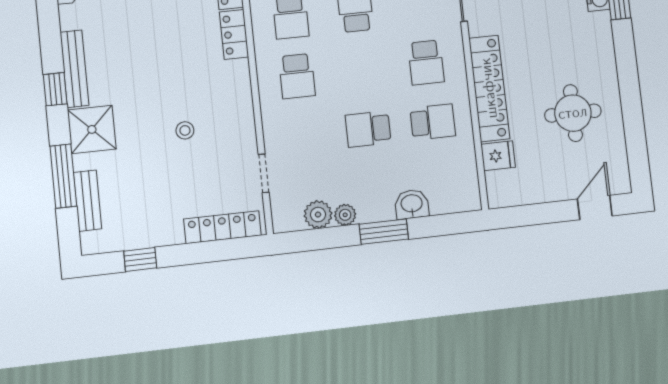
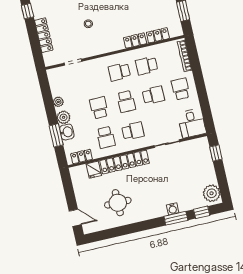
school desk: (426, 63) -> (133, 131), turned 180
school desk: (362, 69) -> (126, 101), added
locker: (467, 179) -> (82, 156), added
plant: (318, 215) -> (64, 117), moved
locker: (222, 227) -> (44, 35), moved
window: (384, 232) -> (56, 135), moved

